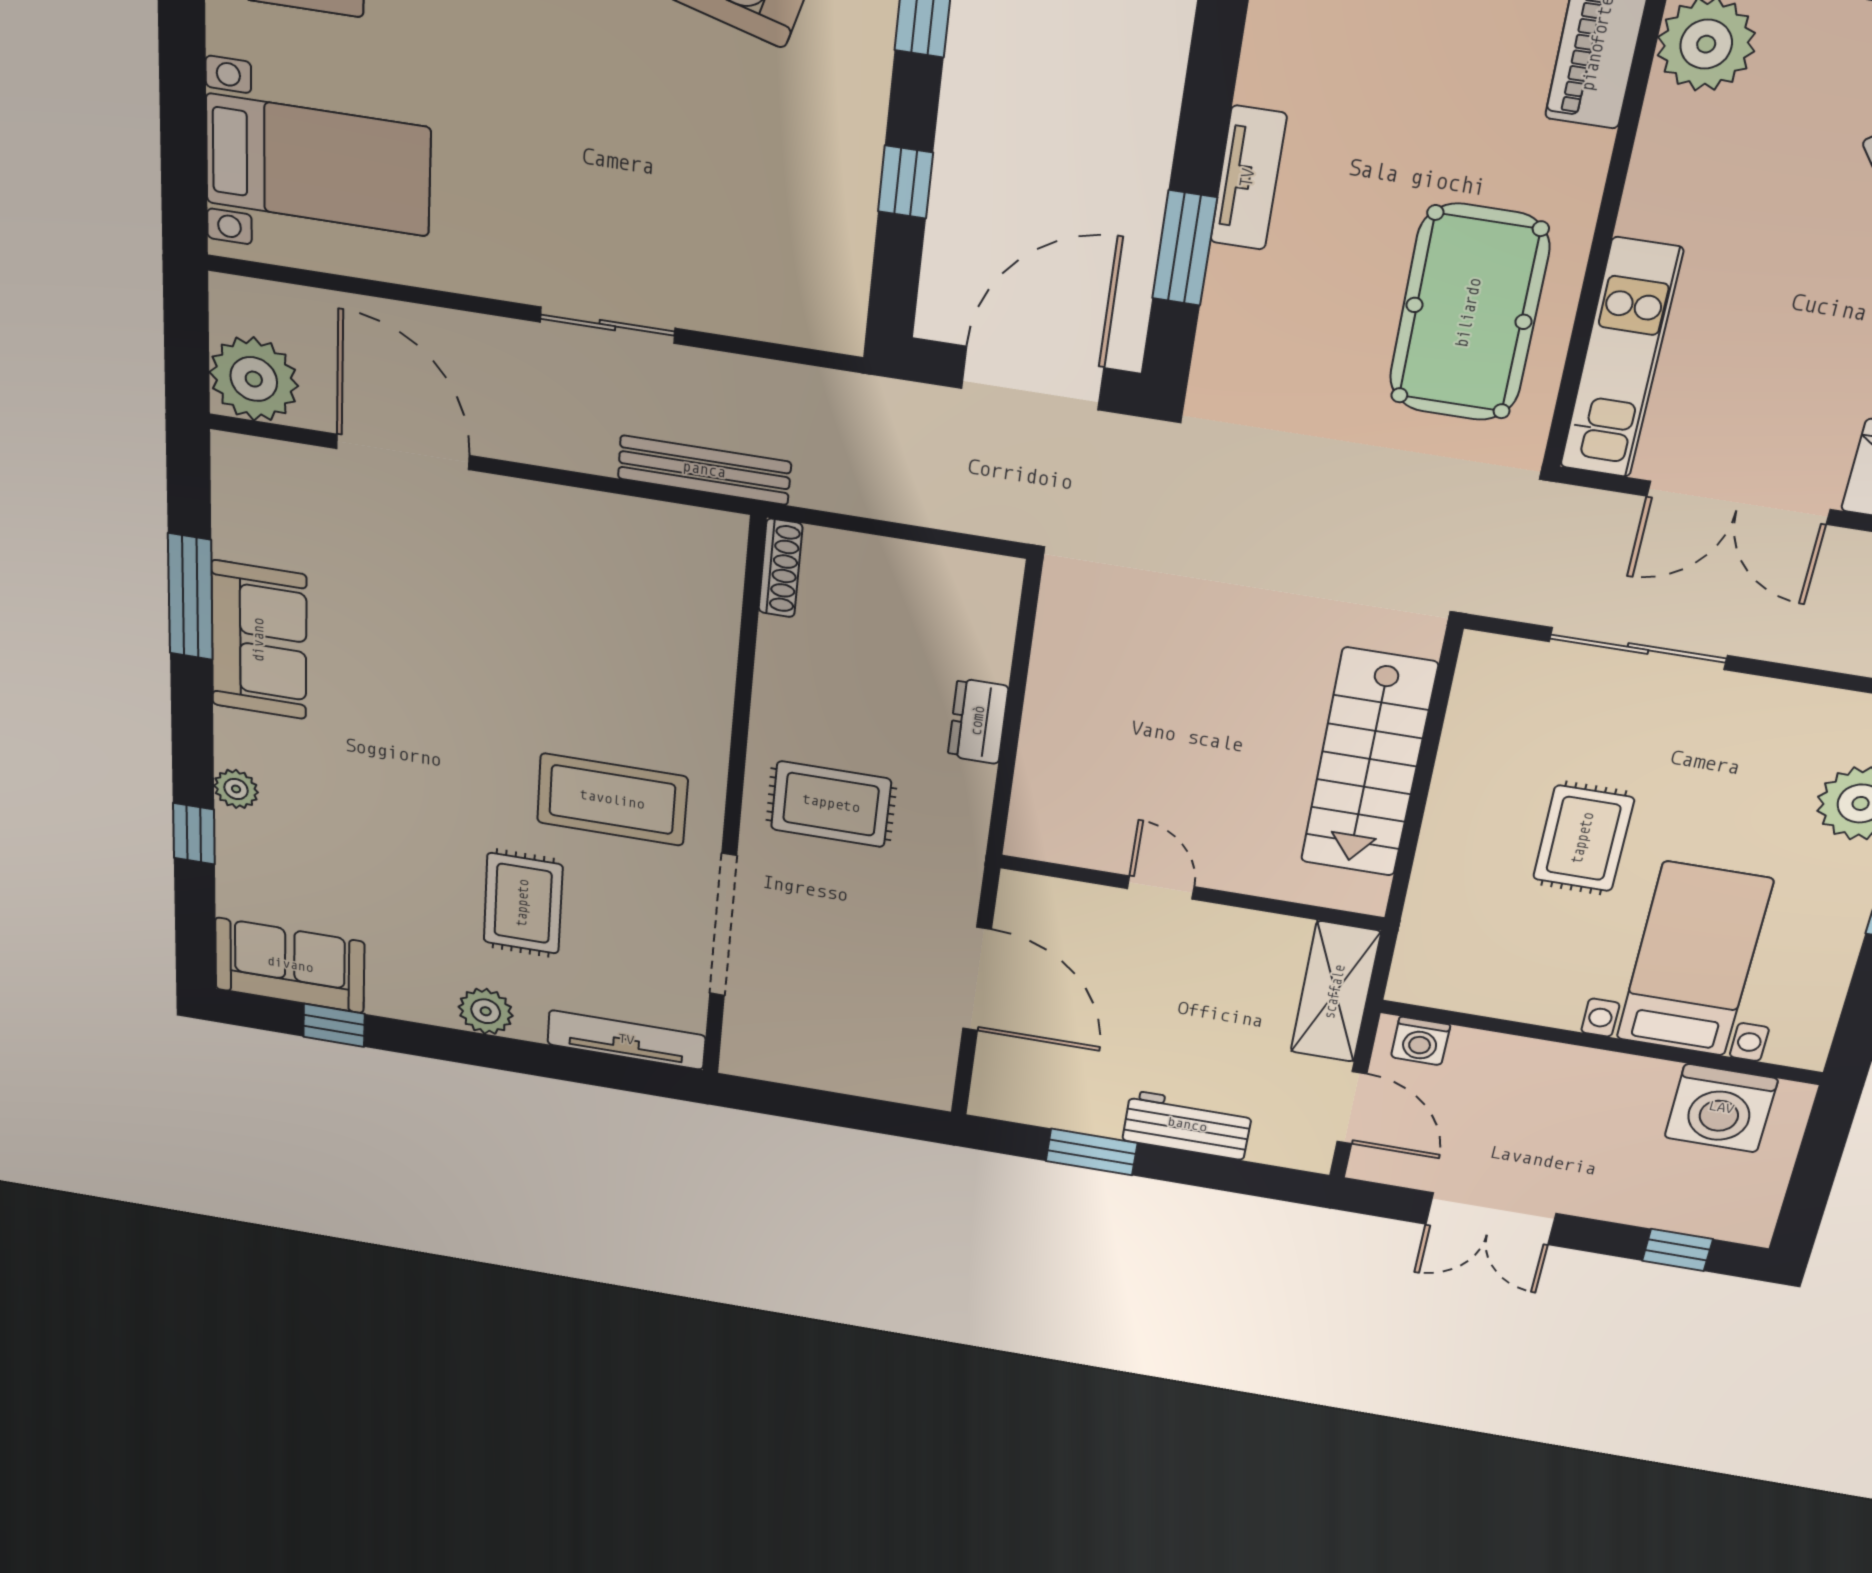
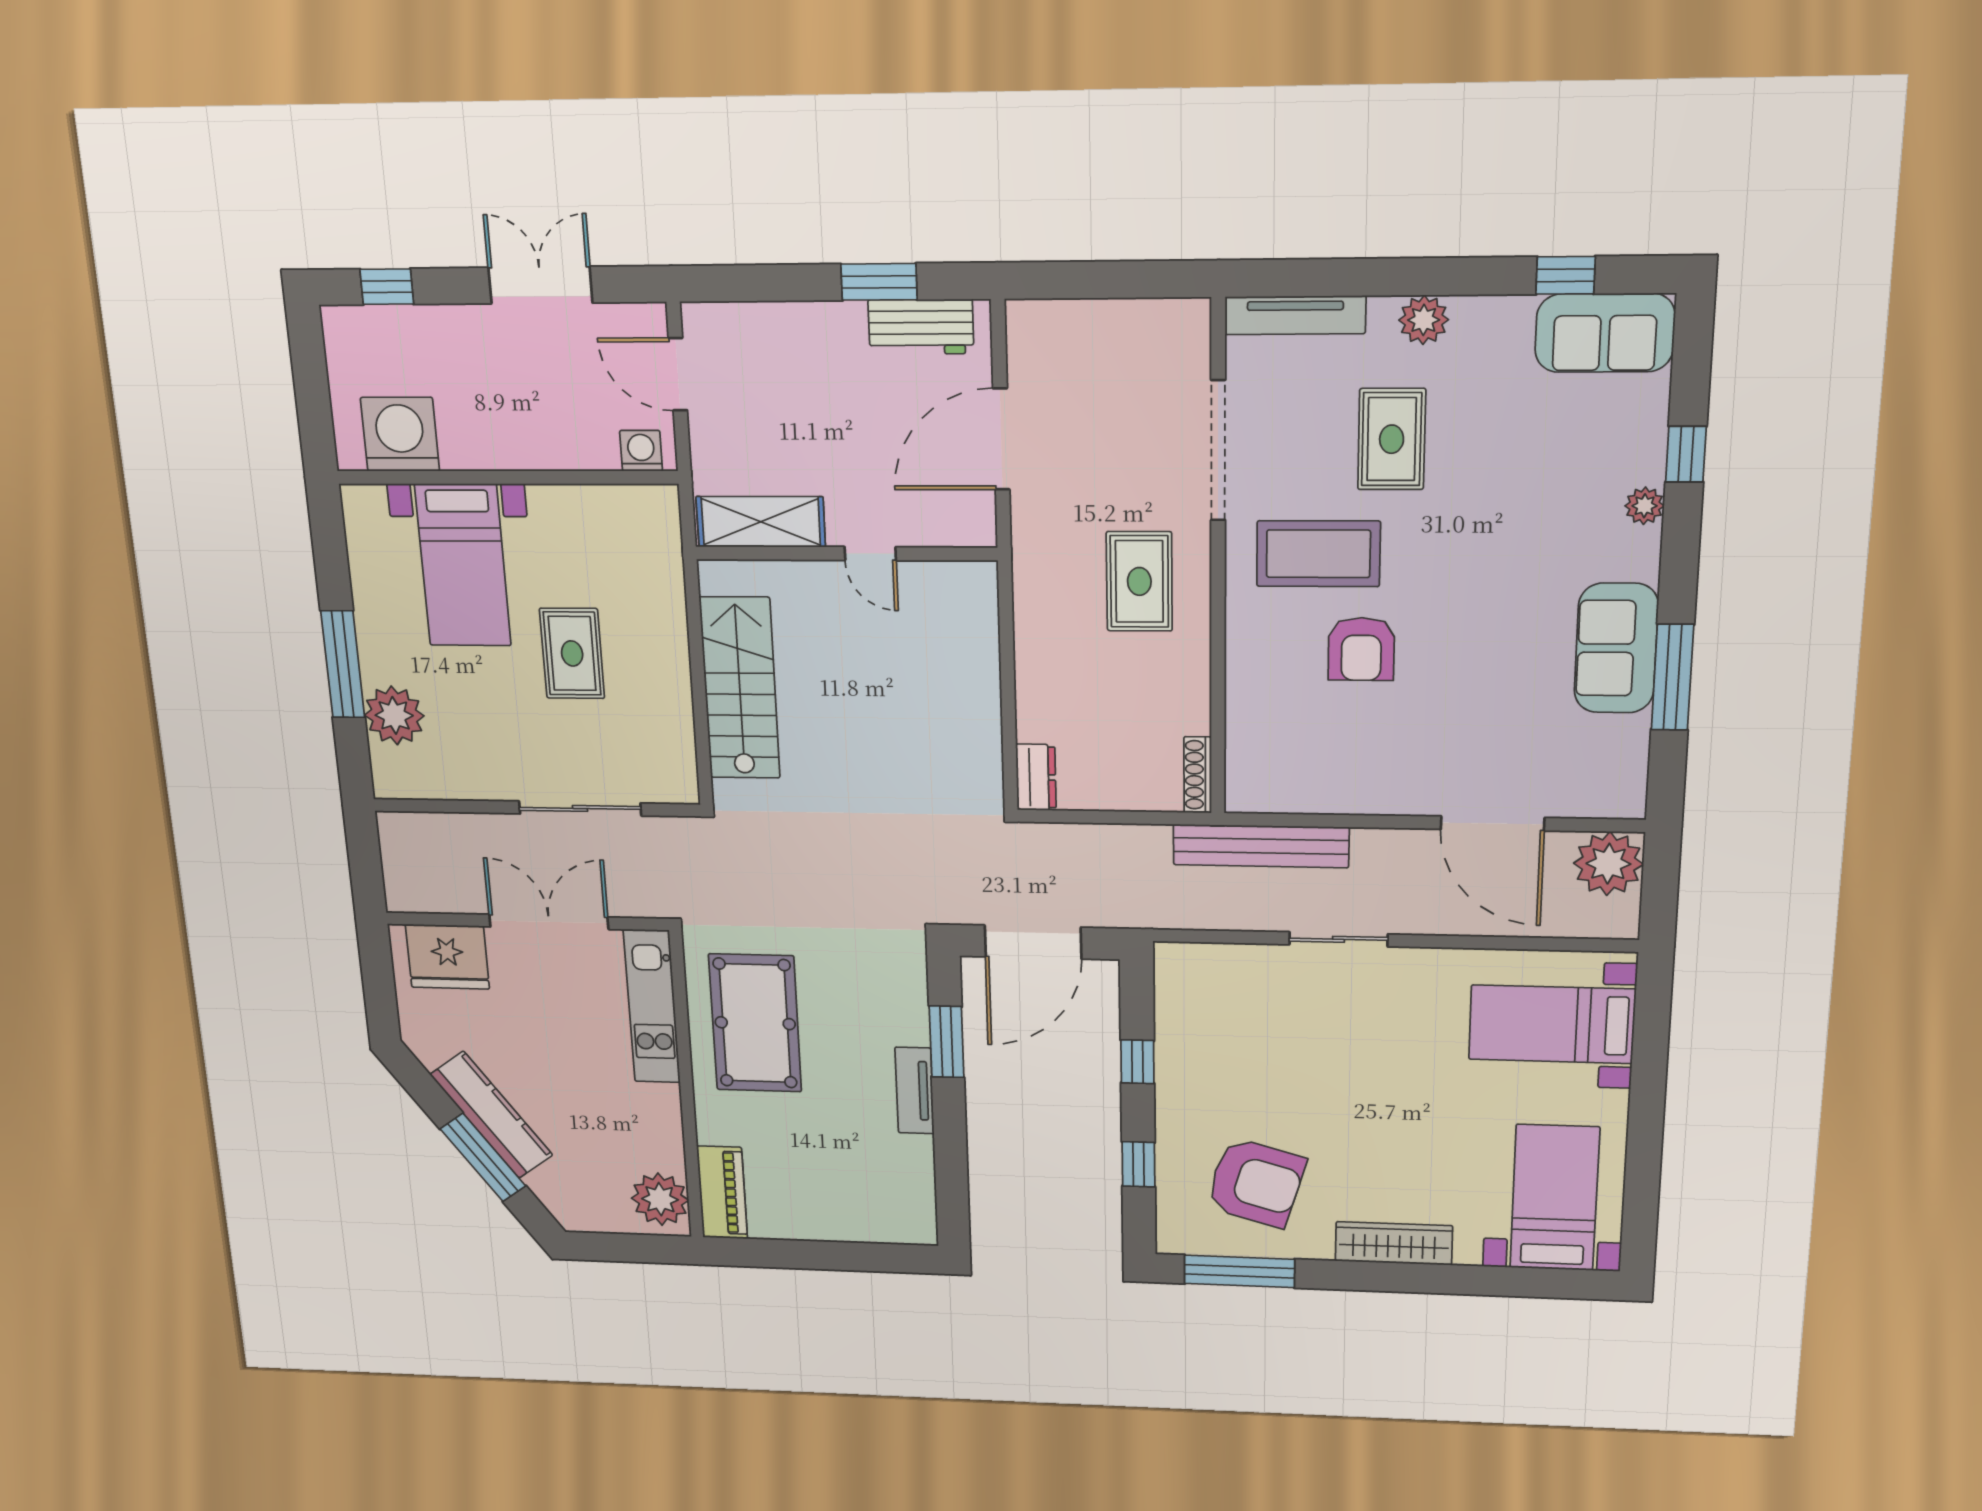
bench: (704, 470) -> (1261, 846), width x1.37, depth x1.21
armchair: (565, 686) -> (1361, 649), added
dresser: (978, 721) -> (1036, 777), moved
rug: (831, 804) -> (1139, 581), turned 90
door: (977, 979) -> (1001, 439), hinge flipped
shelving: (1335, 992) -> (761, 522), moved, turned 90
workbench: (1187, 1125) -> (921, 327), moved

